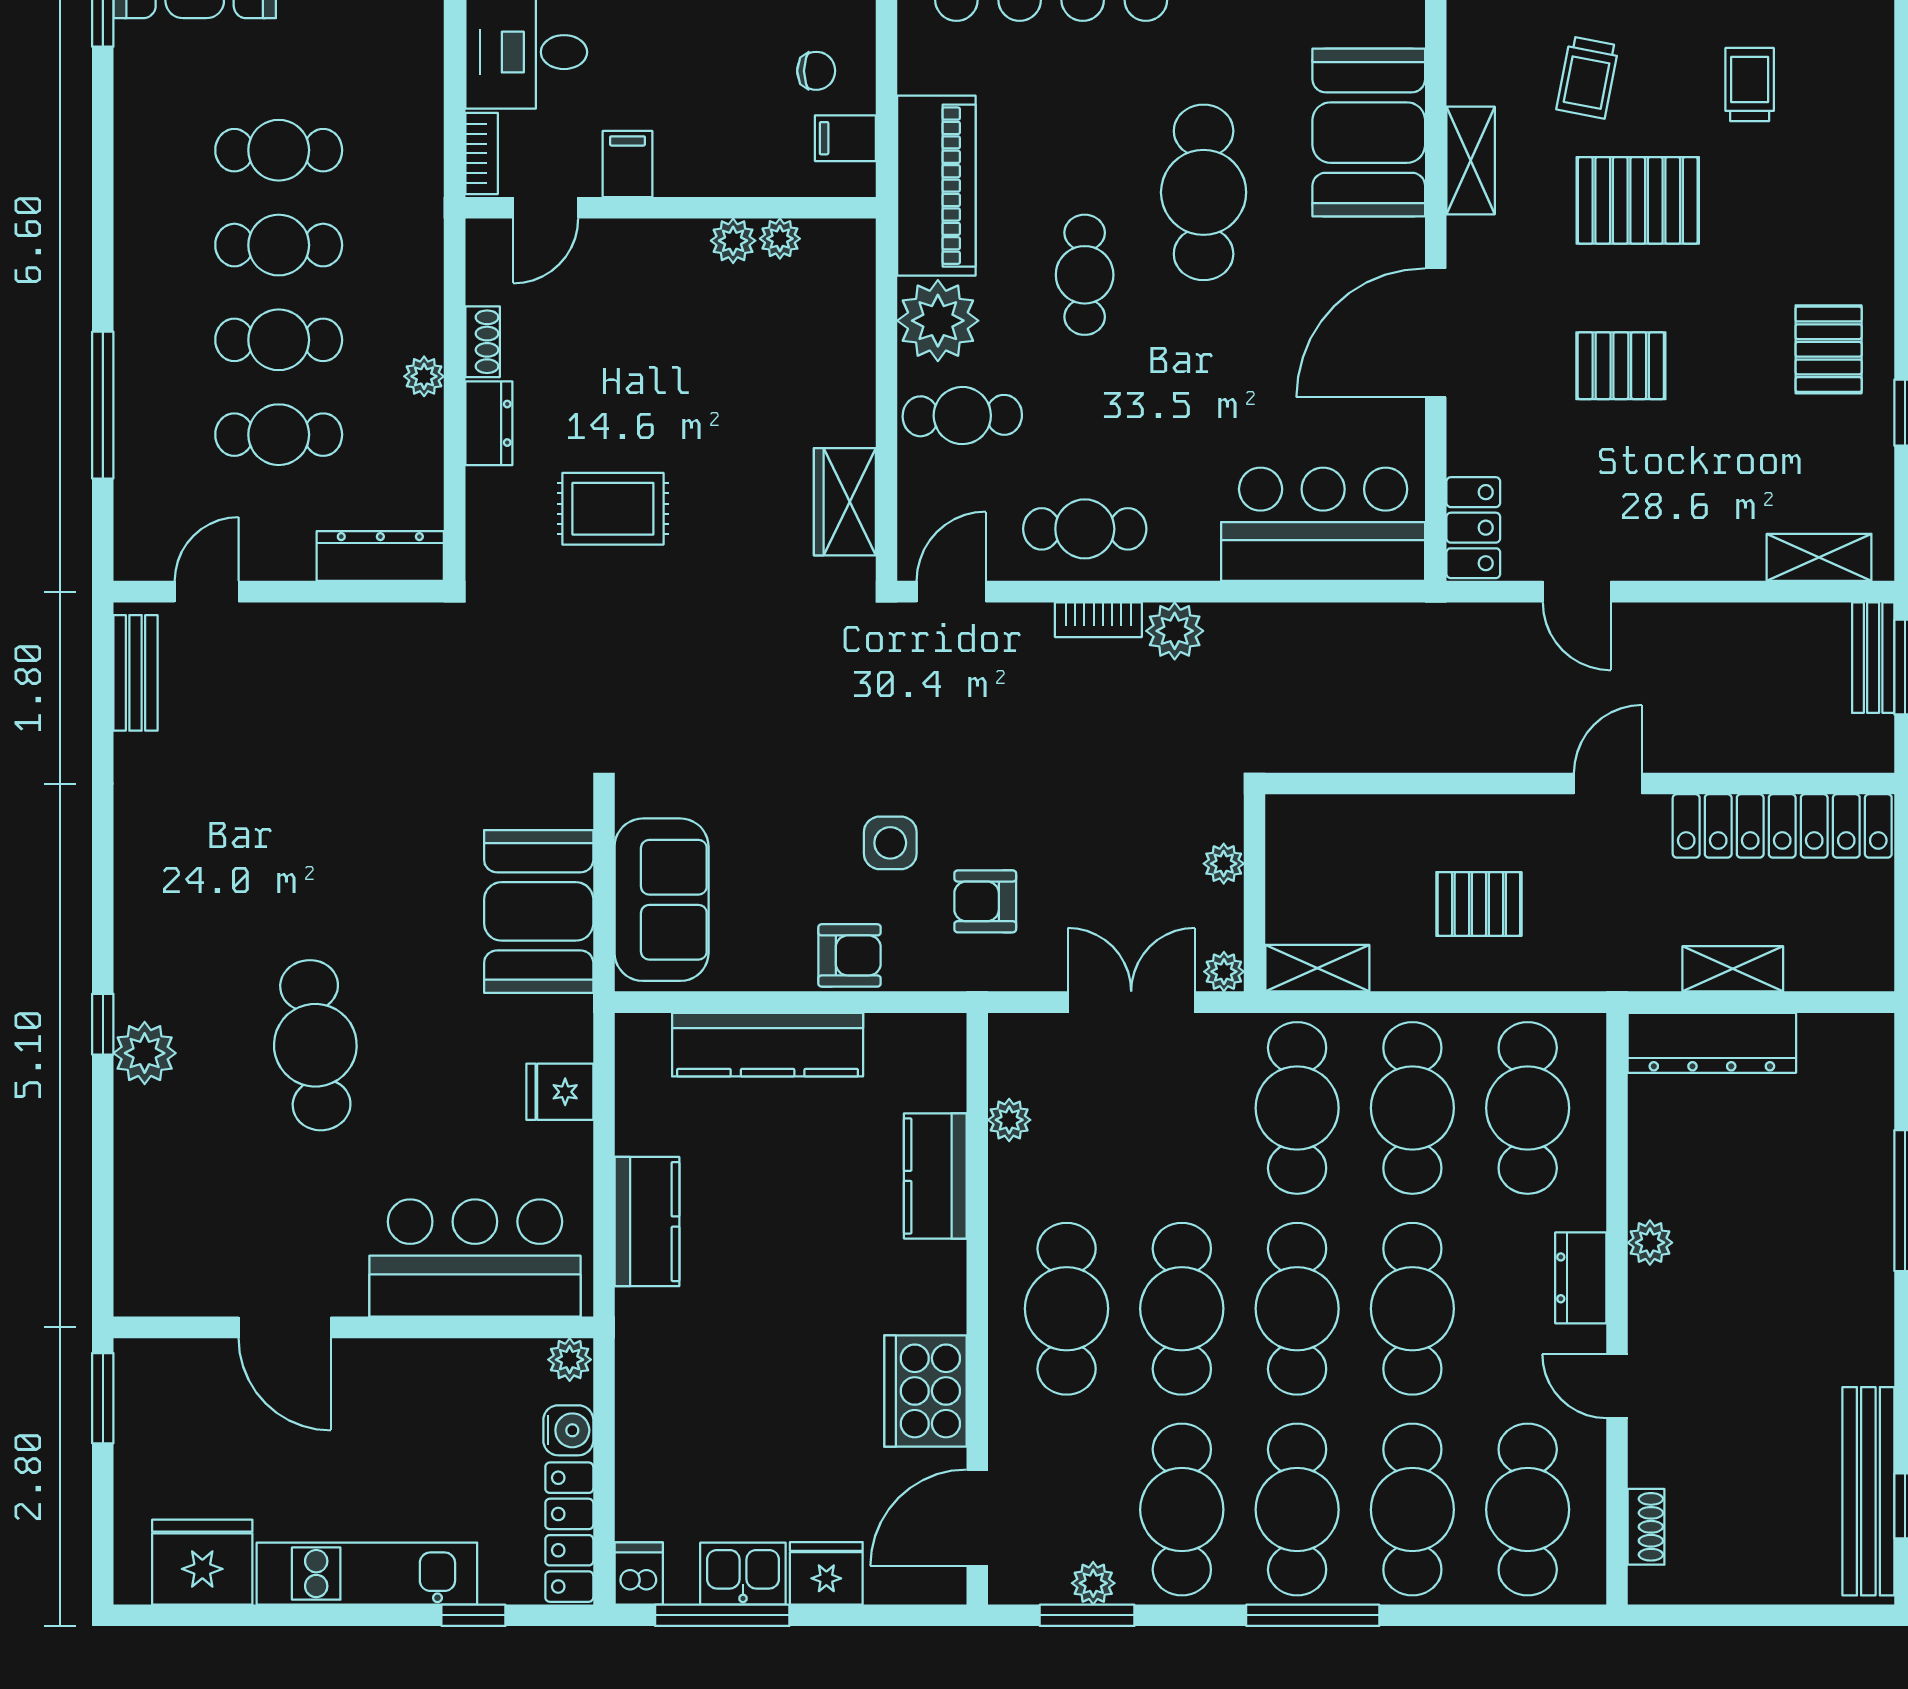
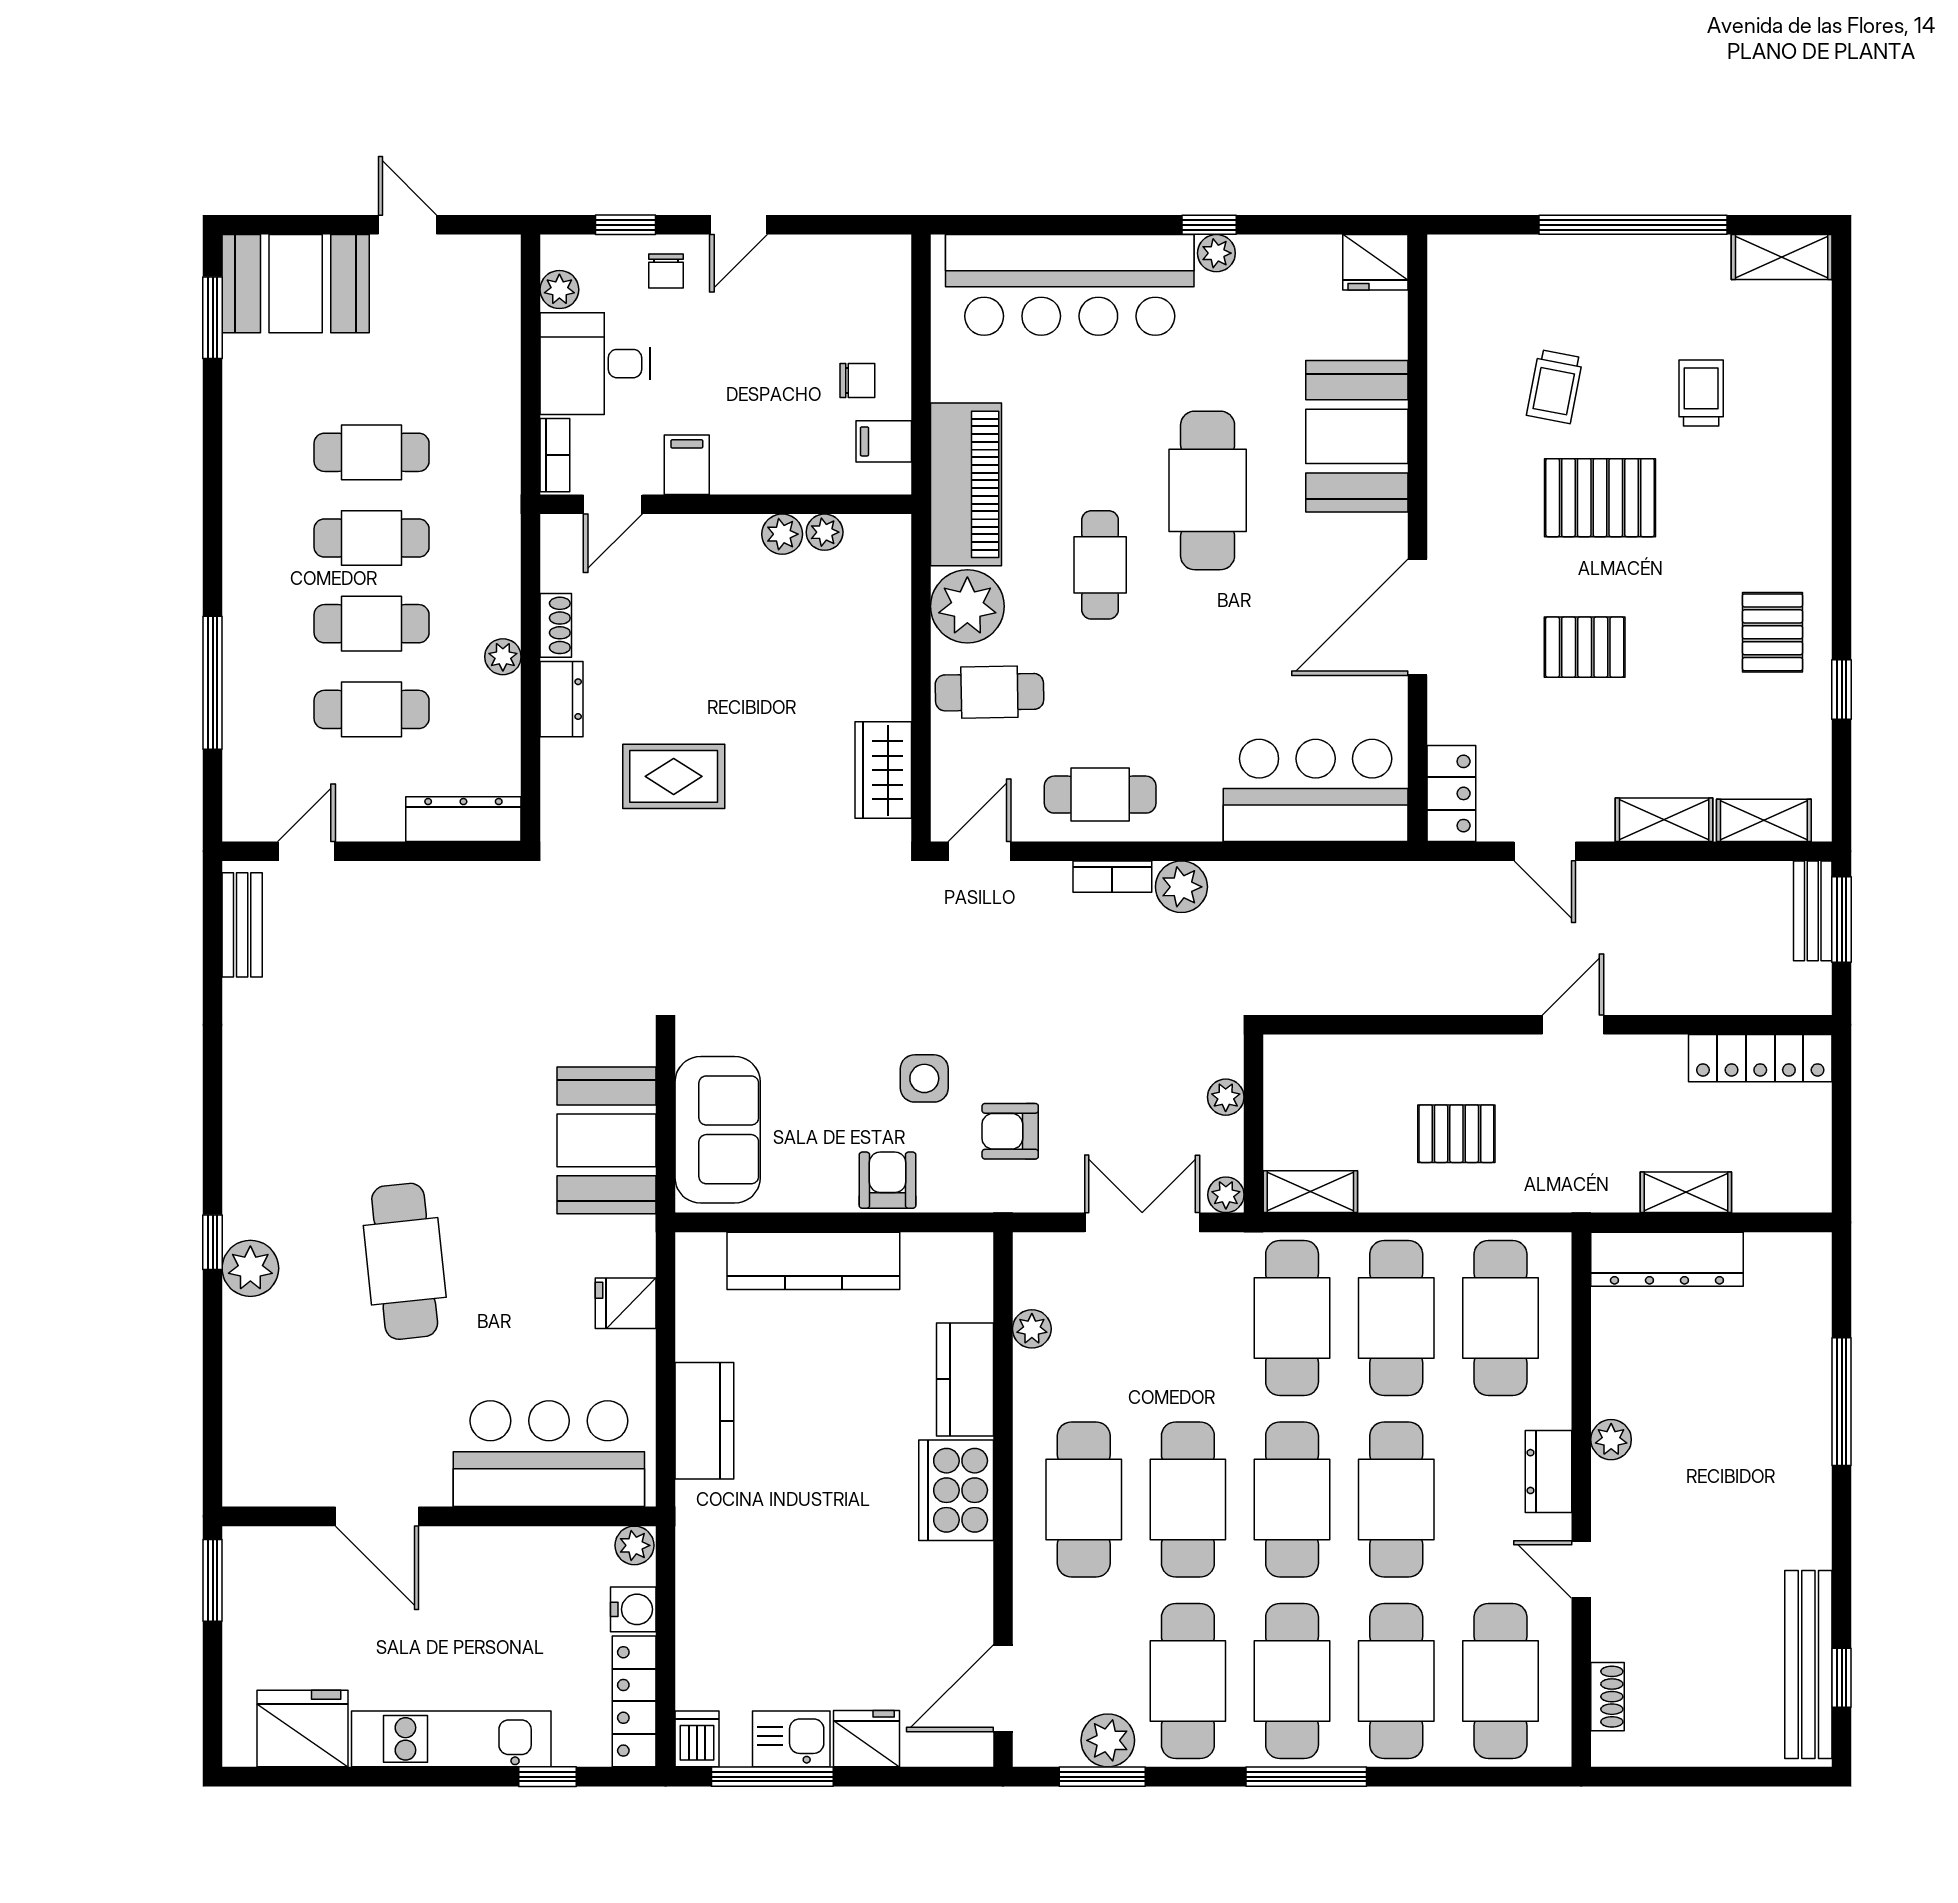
shelving: (1471, 160) -> (1664, 820), moved, turned 90
locker: (1782, 826) -> (1760, 1058), width x0.71, depth x0.83
armchair: (850, 955) -> (888, 1180), turned -90
cooker: (925, 1391) -> (956, 1490), moved
plant: (1093, 1583) -> (1108, 1740), width x1.38, depth x1.38

